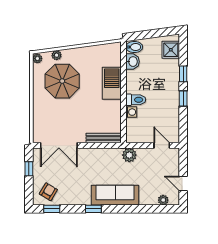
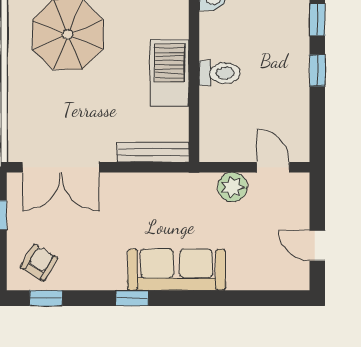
barbecue: (112, 83) -> (170, 73), moved
washing machine: (131, 112) -> (210, 98), removed
plant: (129, 155) -> (232, 187), moved
plant: (163, 200) -> (276, 280), removed

